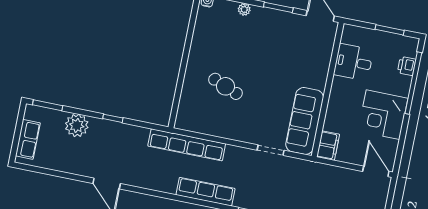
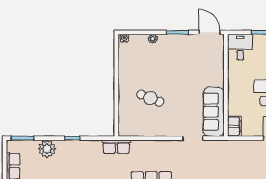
desk: (353, 62) -> (240, 47), moved, turned 90
row of seats: (187, 145) -> (116, 147), width x0.50

